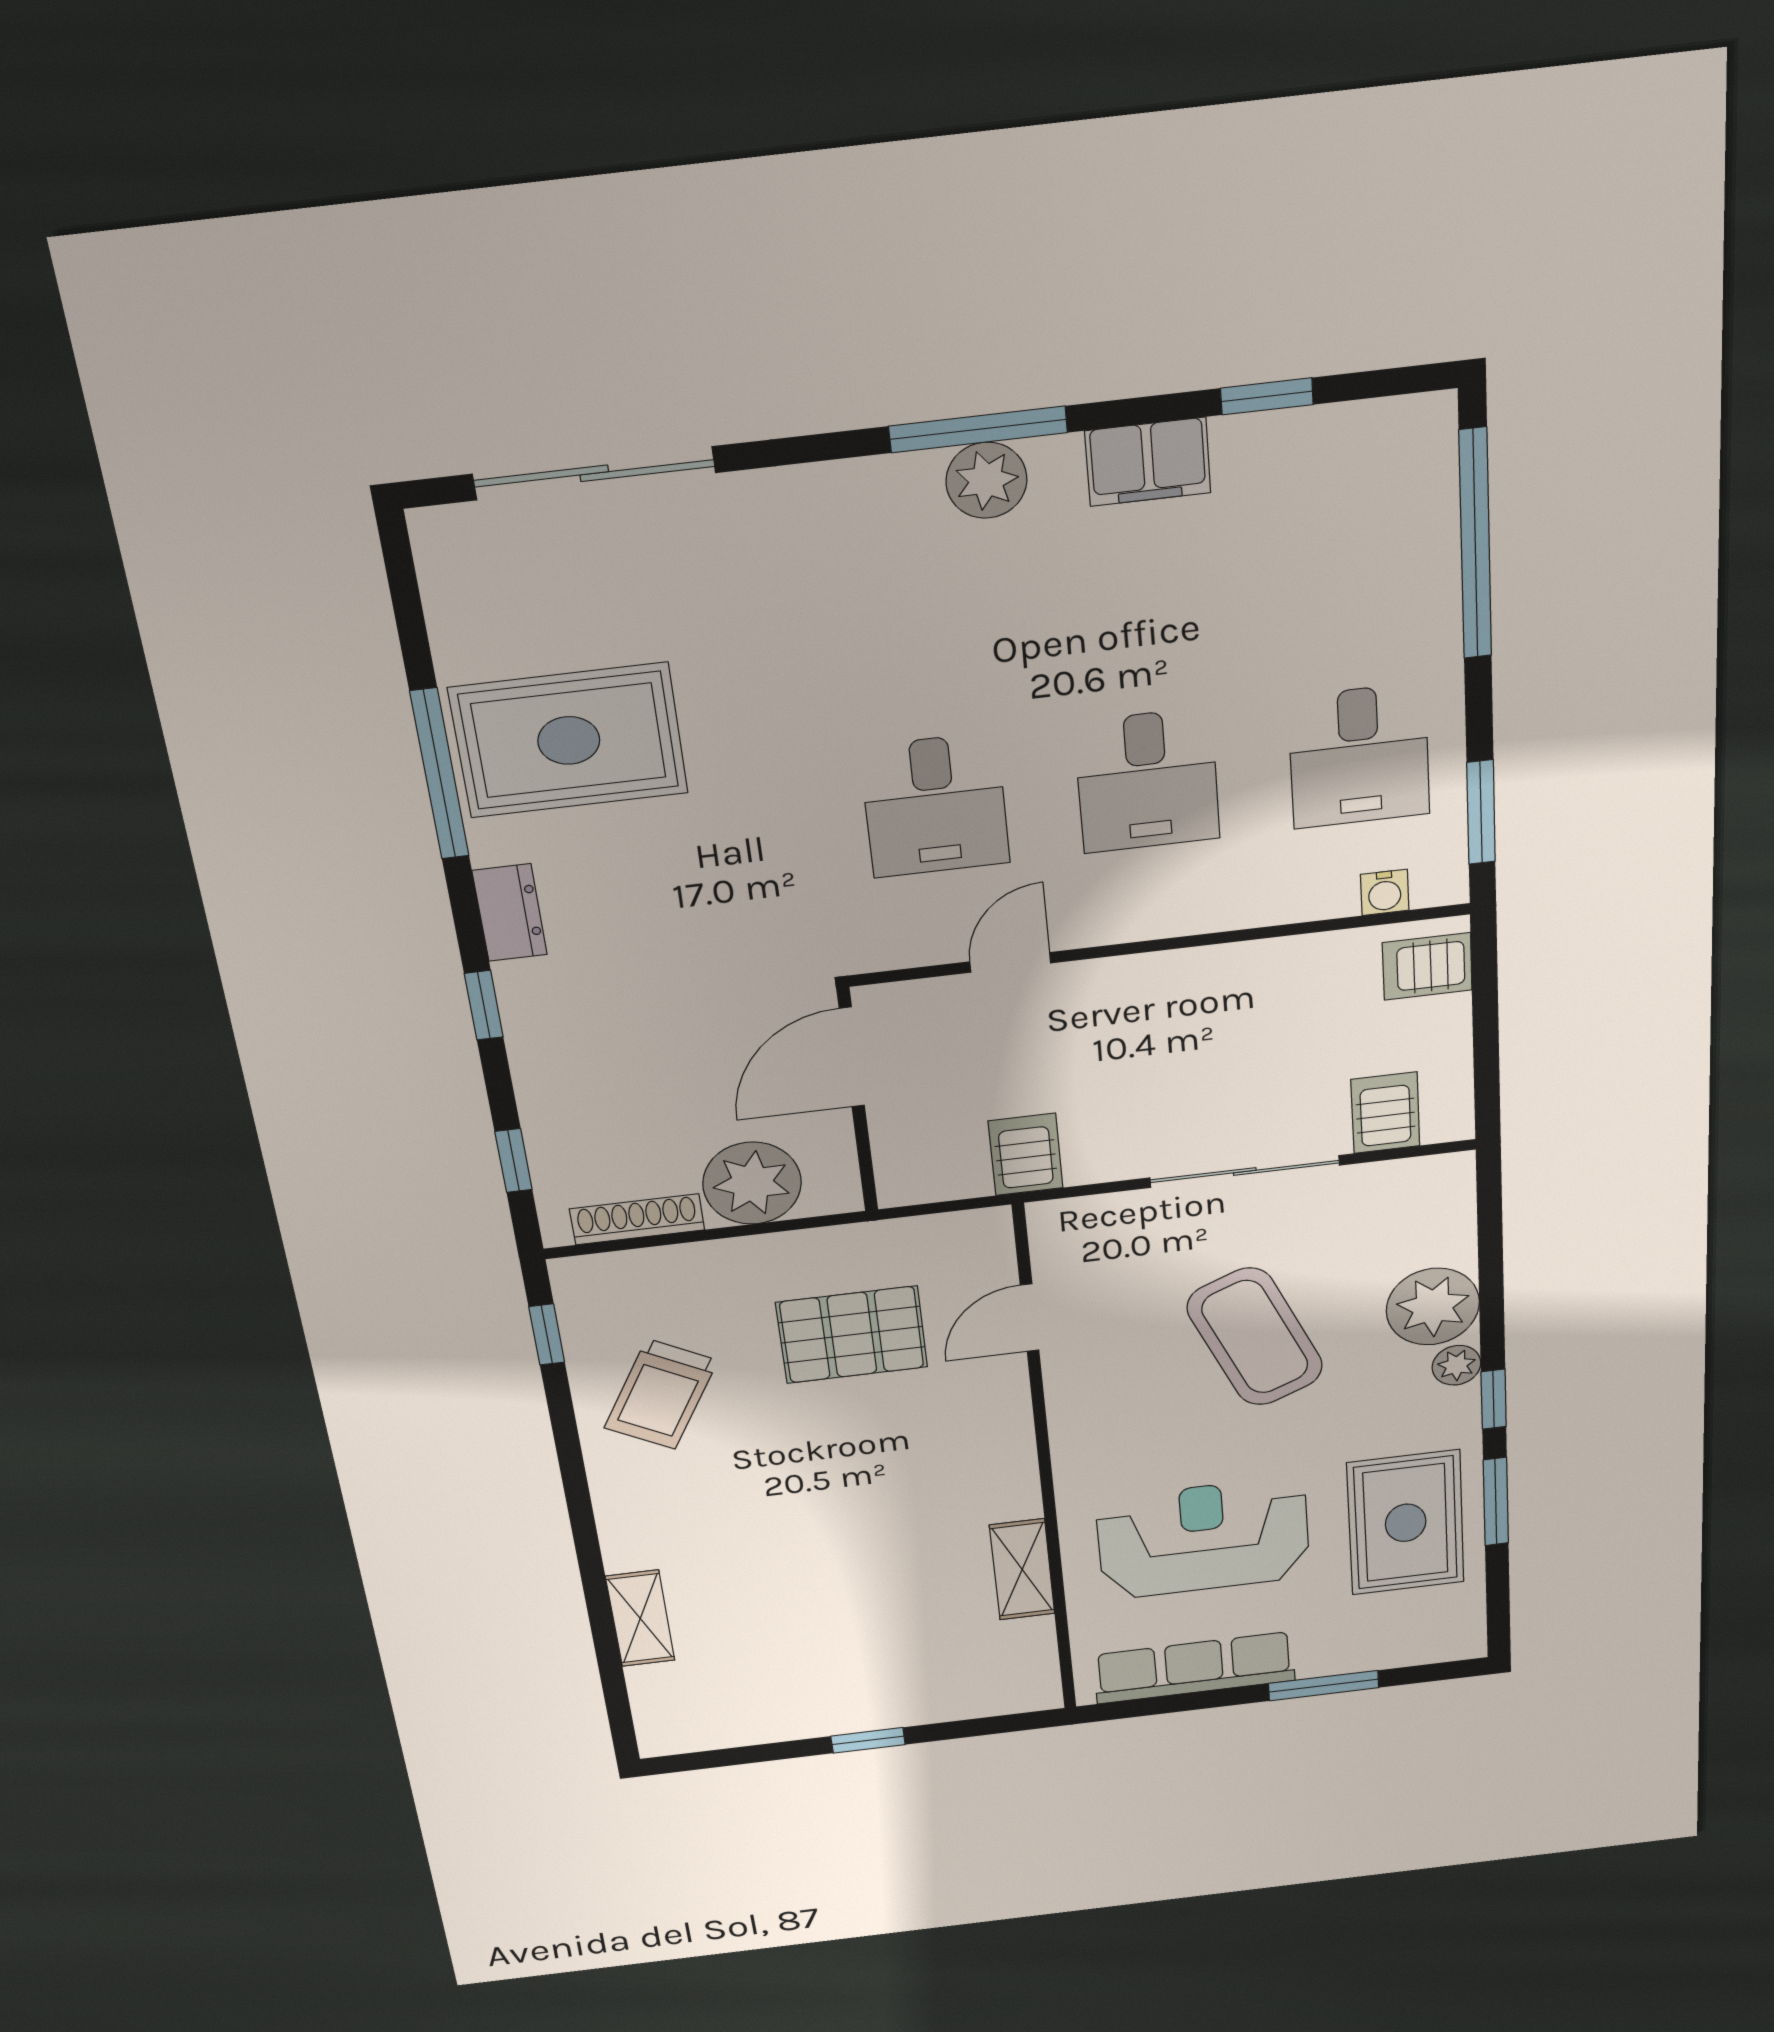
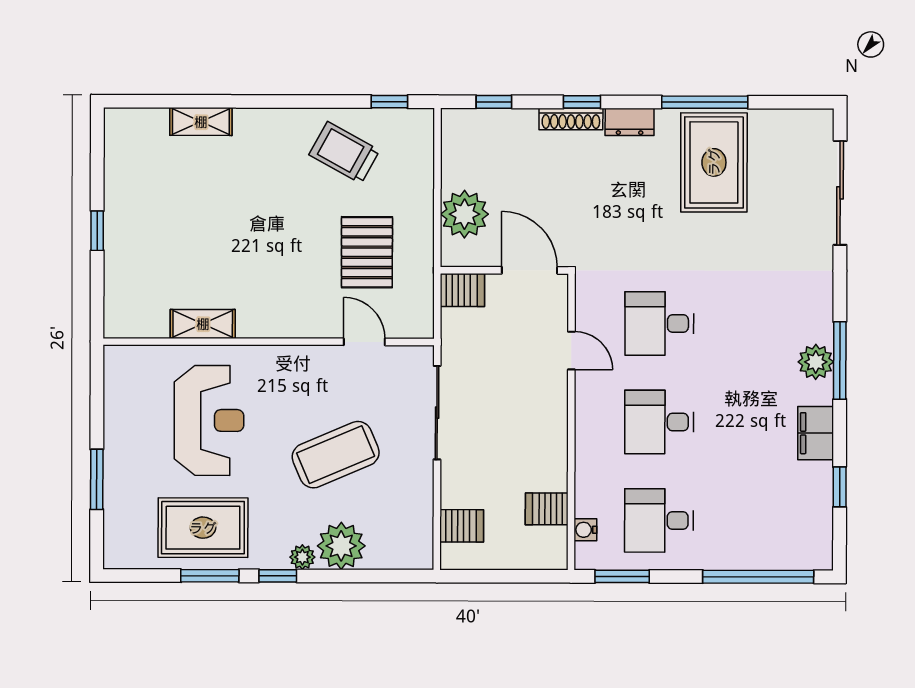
server rack: (1427, 966) -> (547, 509), moved, turned -90
server rack: (1026, 1154) -> (462, 290), moved
sliding door: (1245, 1171) -> (437, 413), moved
shoe rack: (637, 1219) -> (571, 119), moved, turned 90
row of seats: (1194, 1668) -> (121, 410), removed

